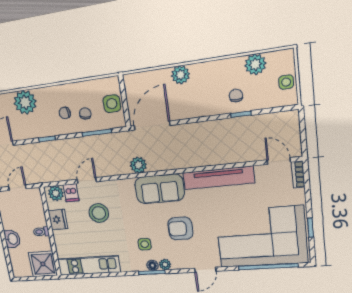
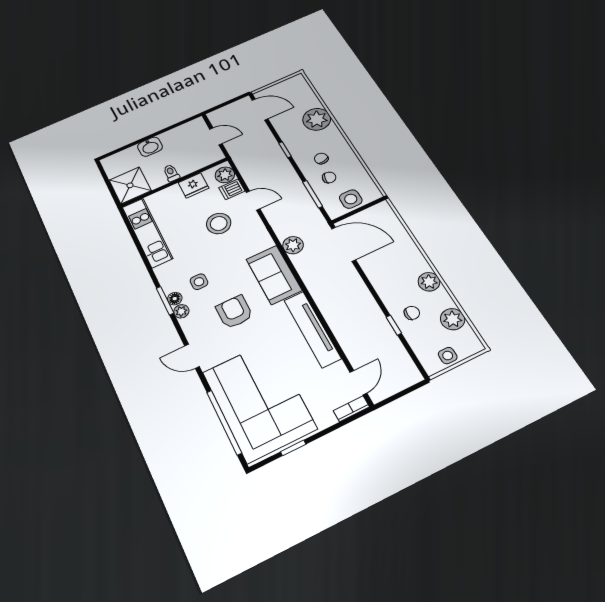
plant: (181, 75) -> (429, 282), moved

